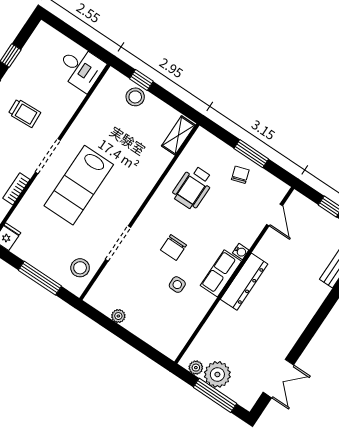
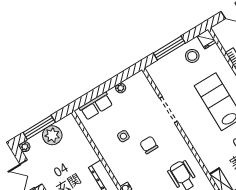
stool: (80, 268) -> (192, 56), moved
row of seats: (221, 273) -> (96, 106), moved, turned 90
plant: (196, 368) -> (25, 147), moved

